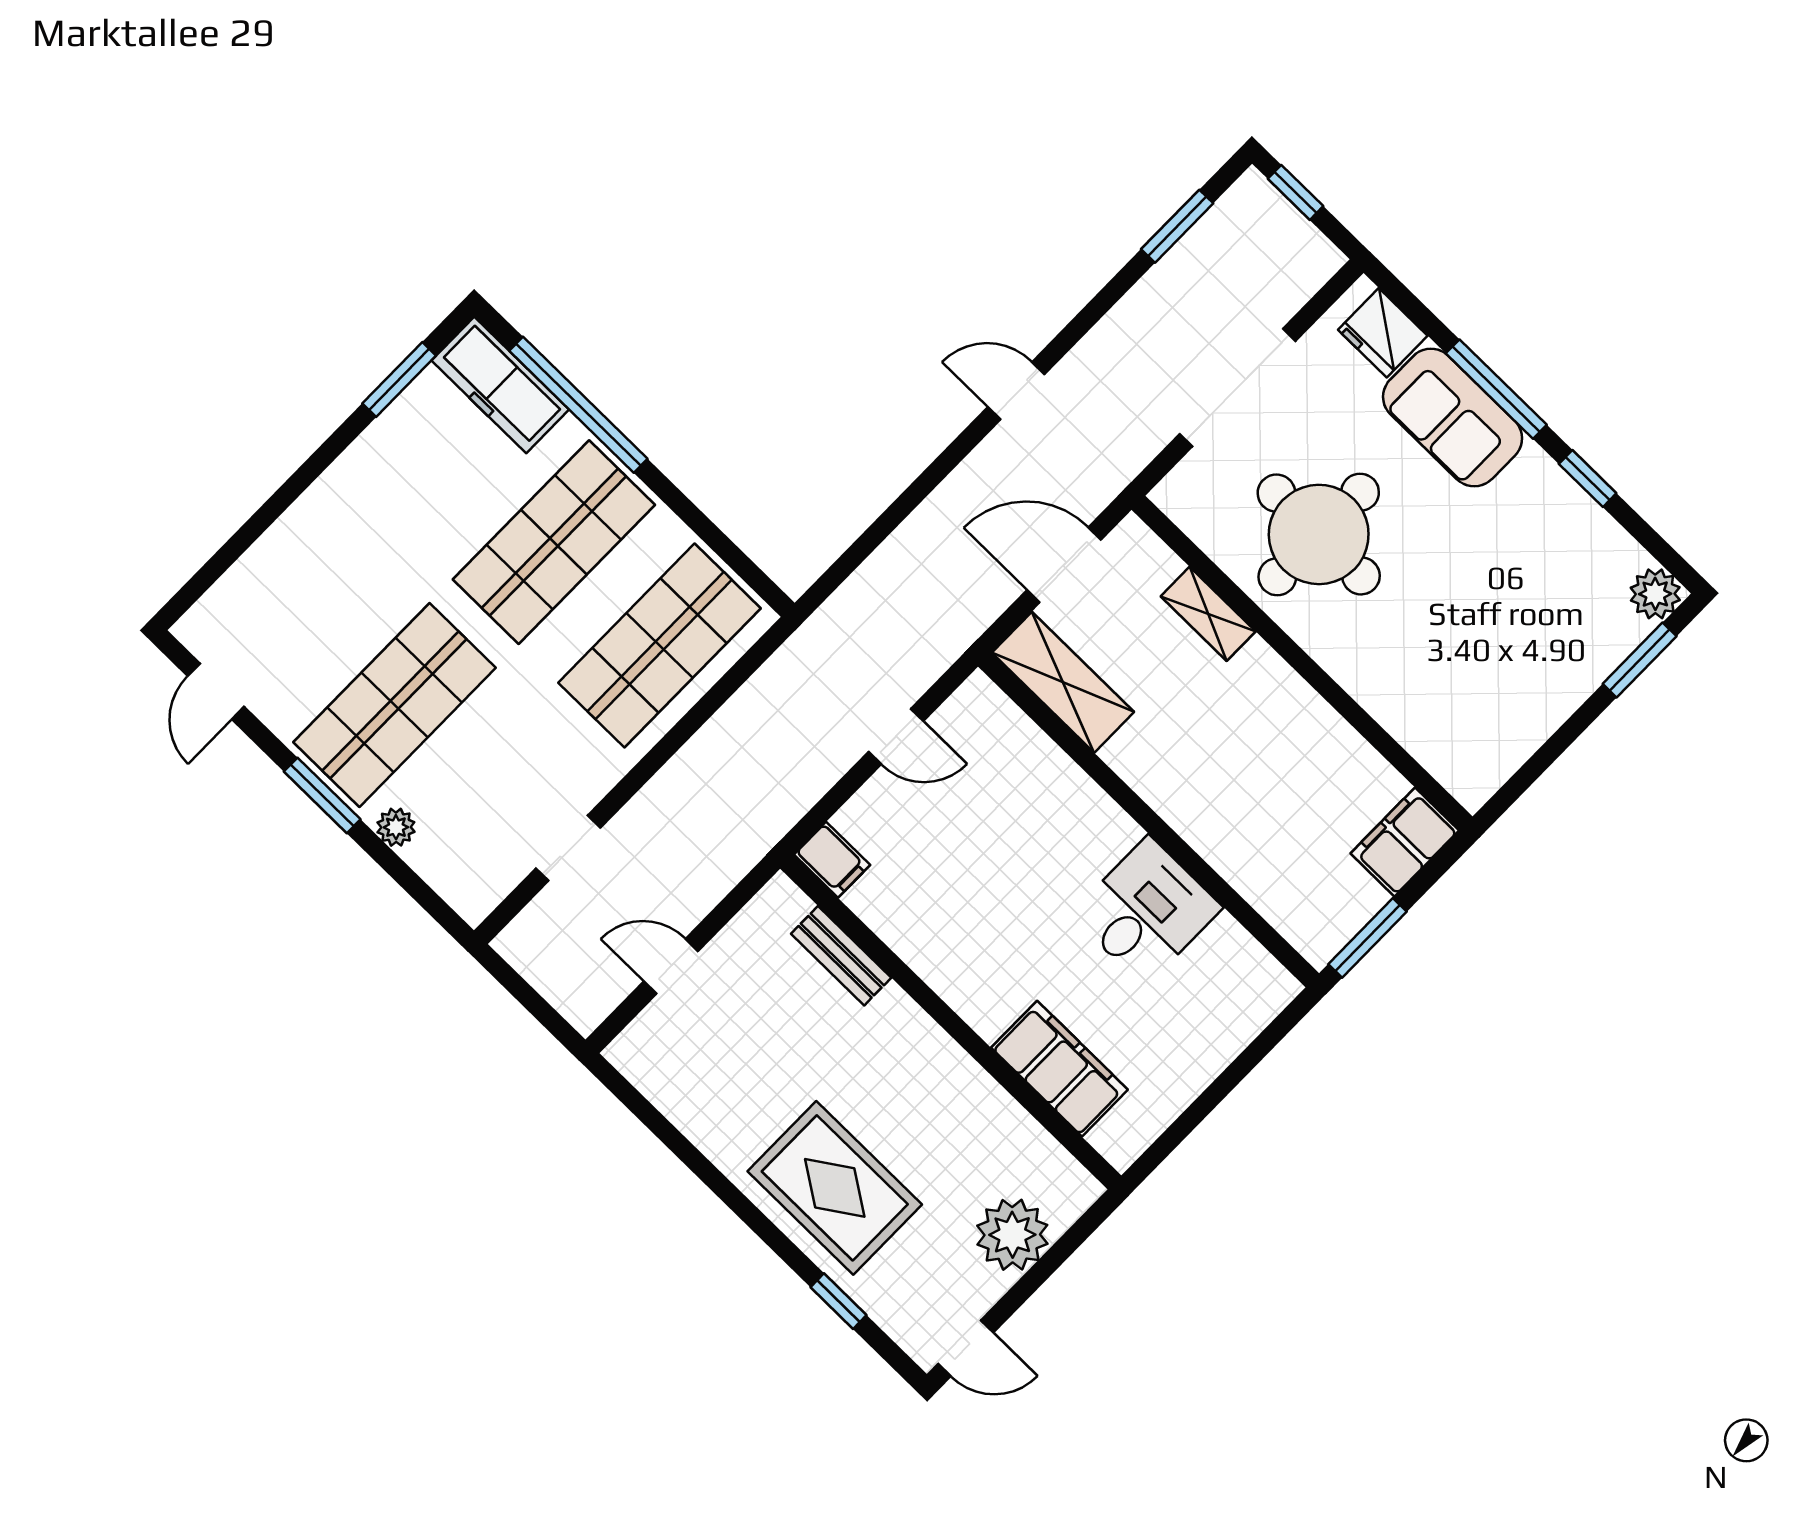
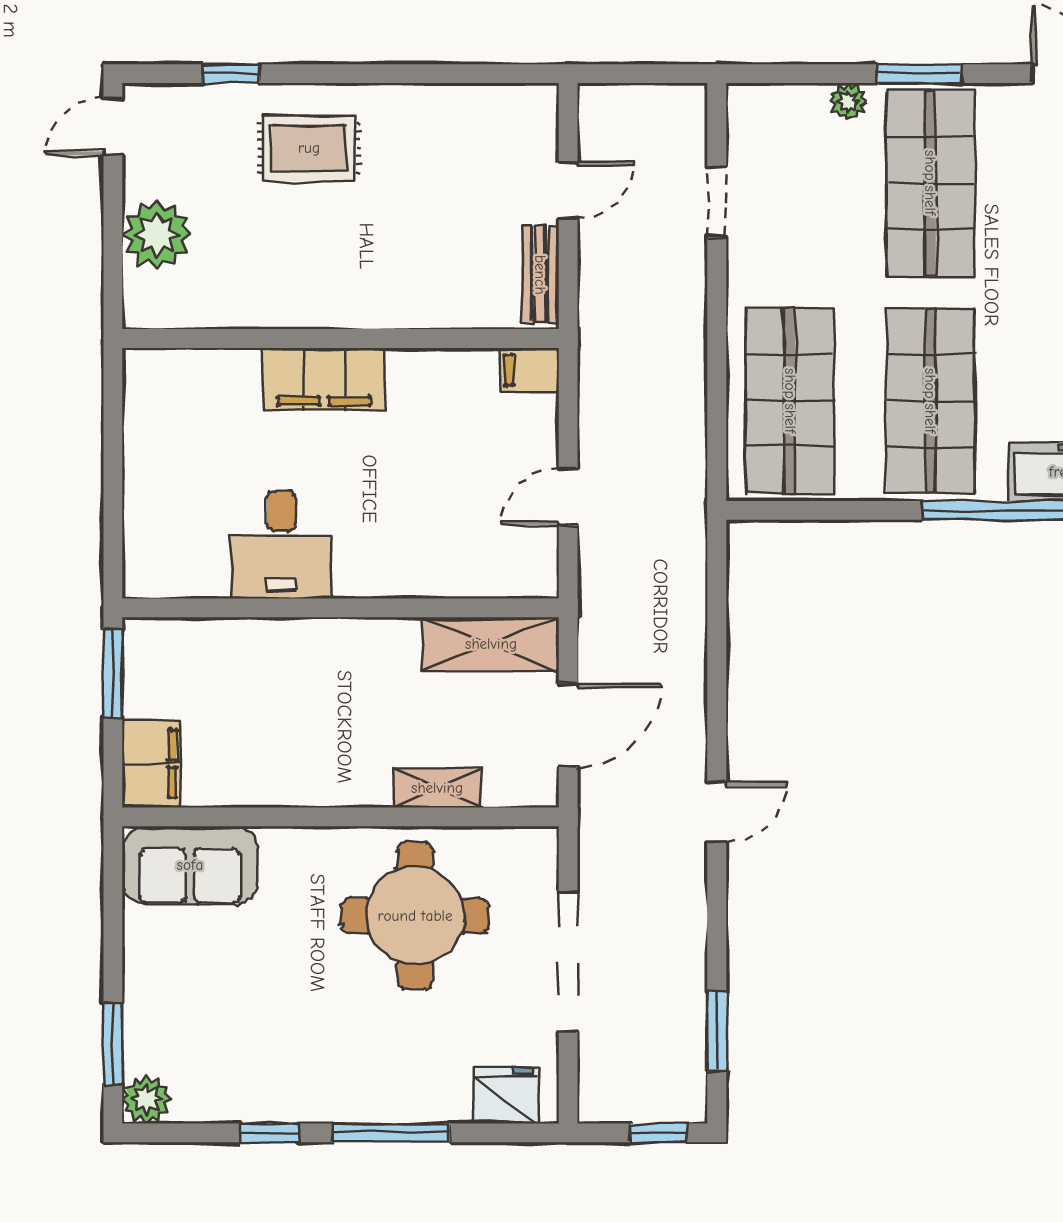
sofa: (1453, 418) -> (190, 865), moved, turned 180
bench: (841, 956) -> (540, 275), moved, turned 90
filing cabinet: (1059, 1069) -> (324, 379), moved
rug: (835, 1188) -> (309, 148), width x0.73, depth x0.70

